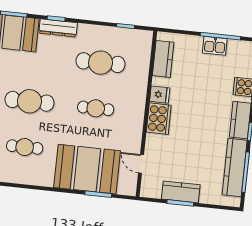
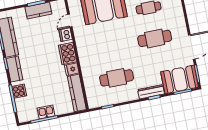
kitchen counter: (163, 59) -> (77, 93), width x1.50
cafe table: (96, 108) -> (110, 47), removed
dishwasher: (153, 146) -> (66, 35), added
door: (141, 164) -> (70, 21), swing flipped

